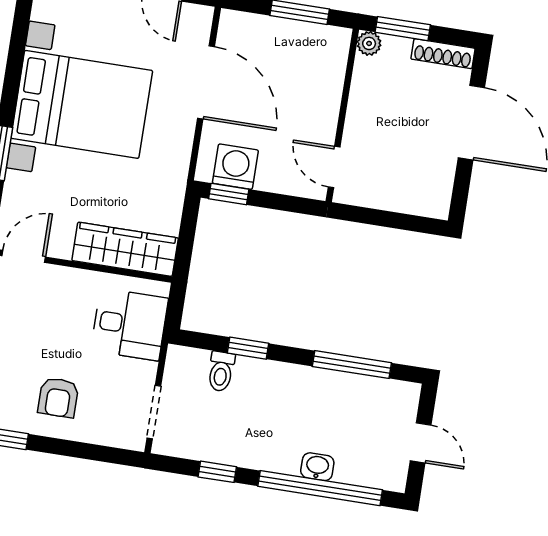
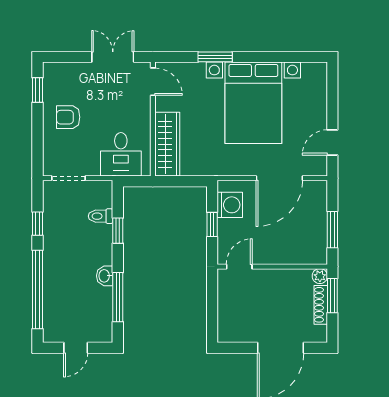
shoe rack: (443, 54) -> (321, 305), moved
window: (229, 194) -> (212, 224), moved
washbasin: (317, 467) -> (105, 276), moved, turned 180

